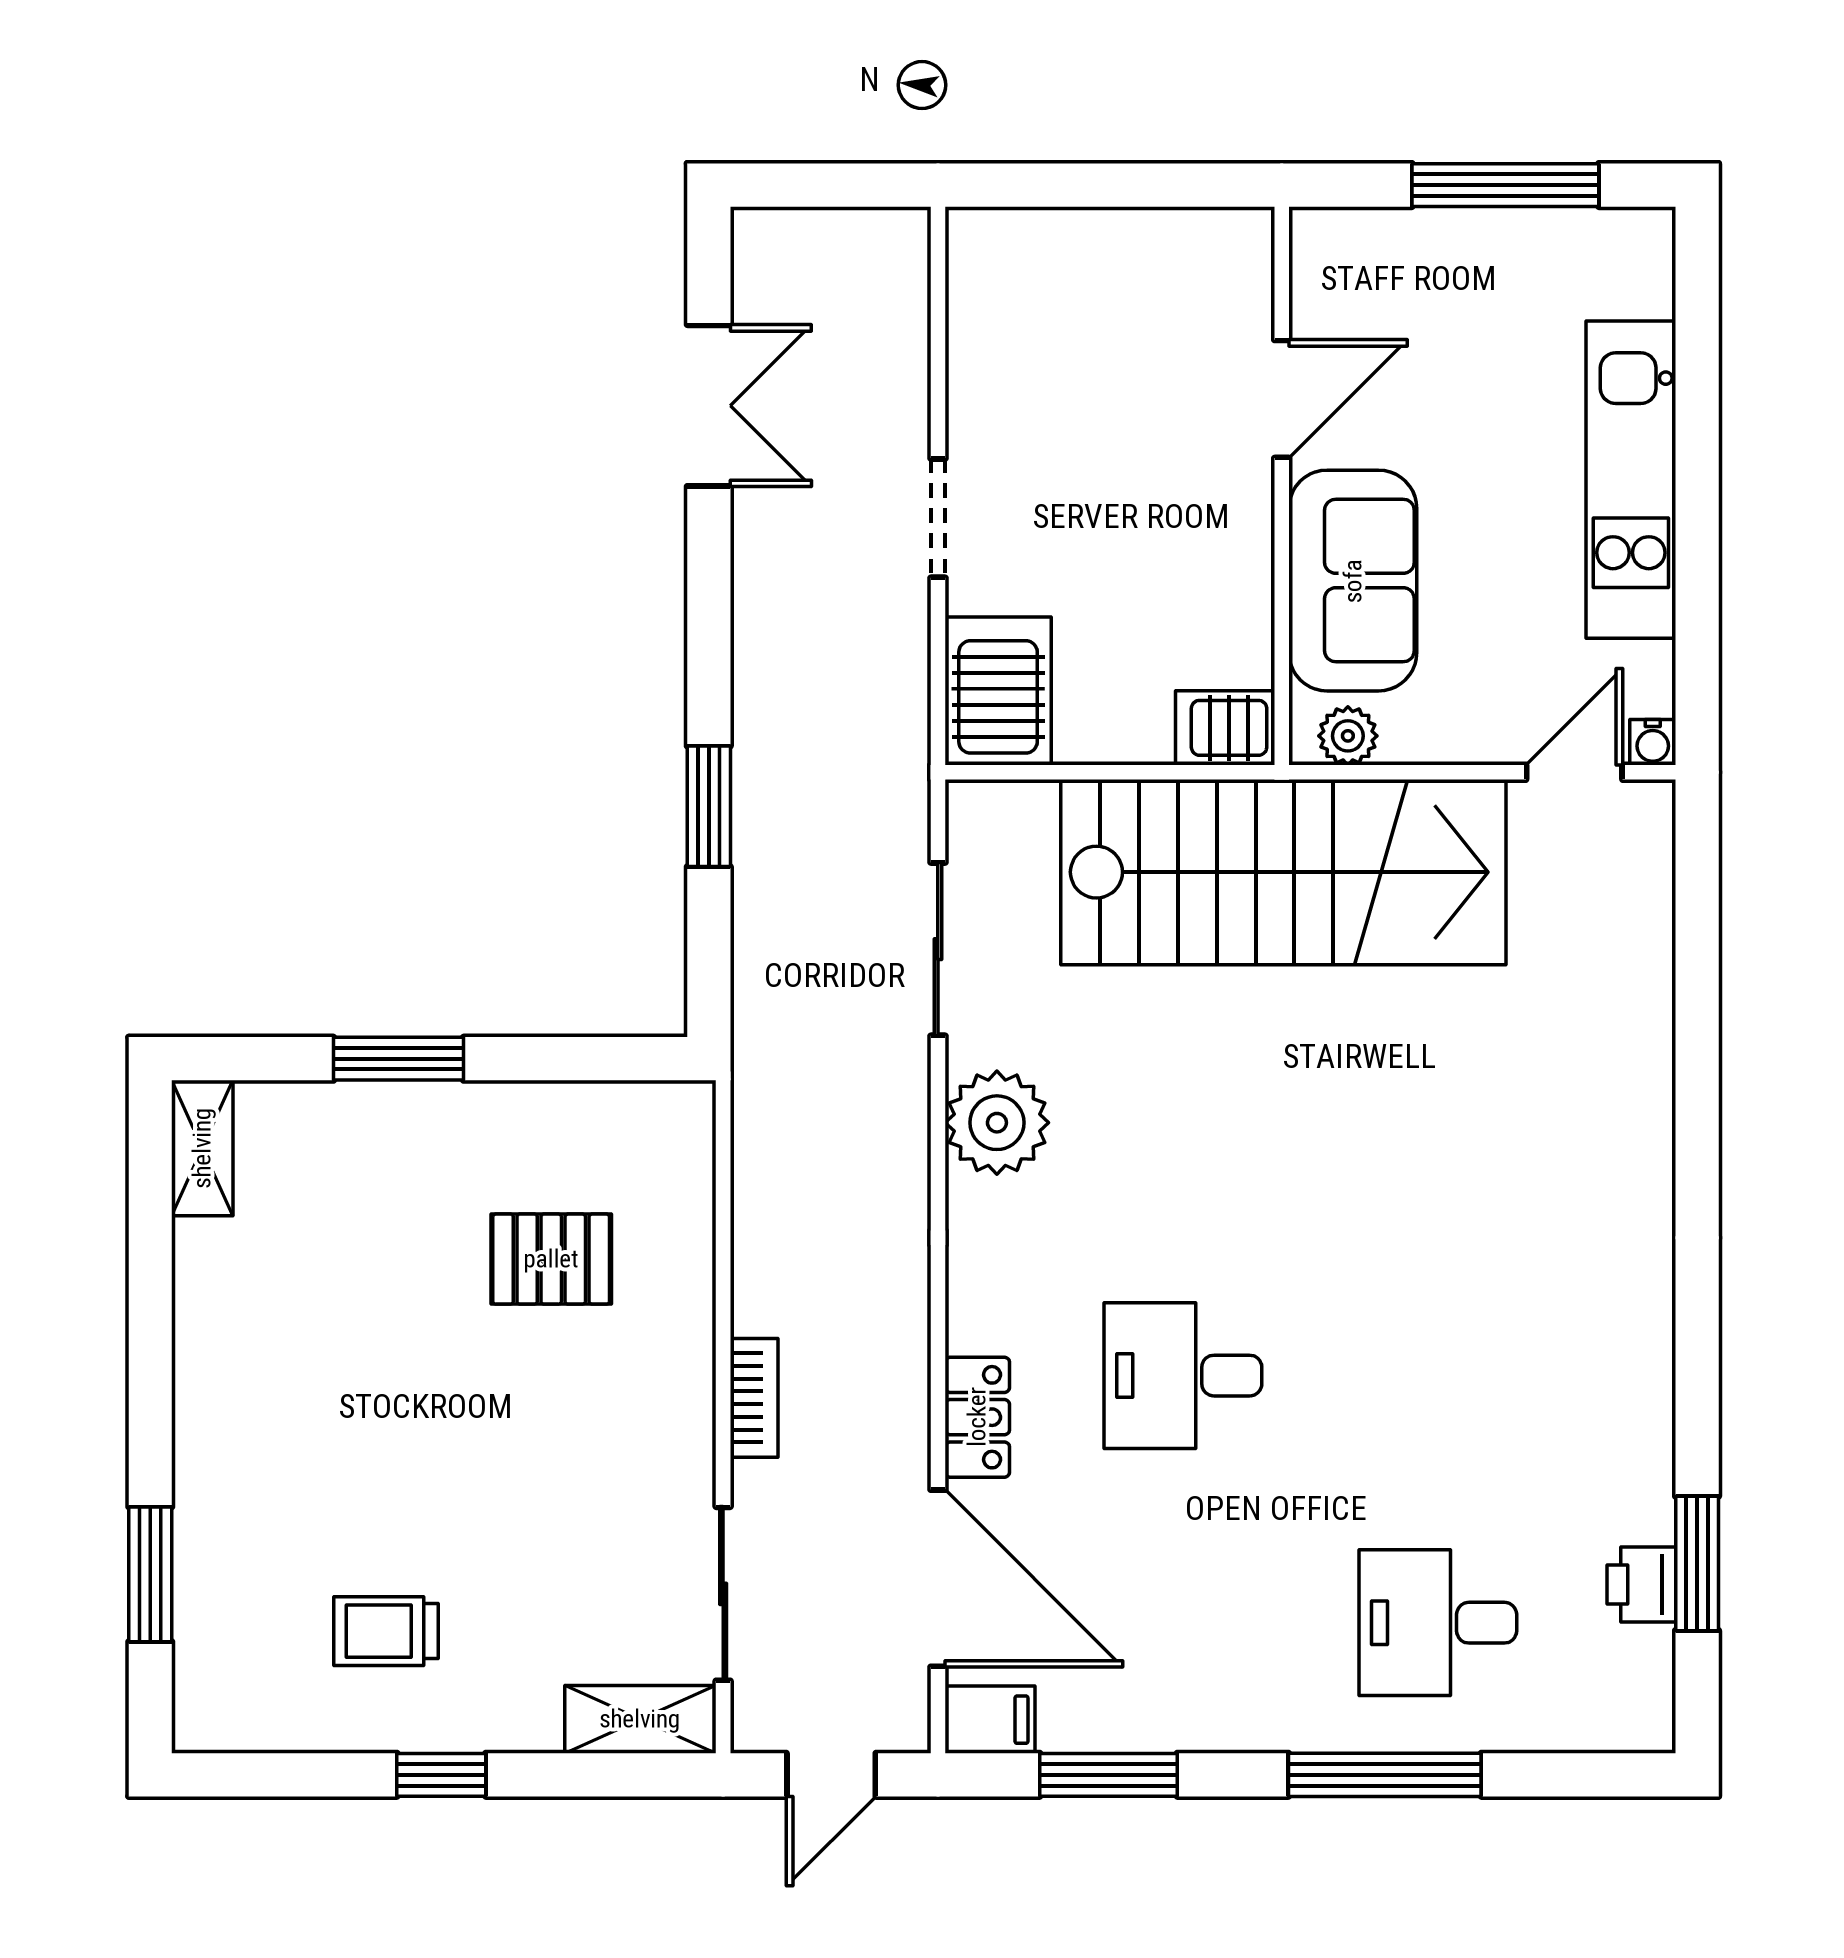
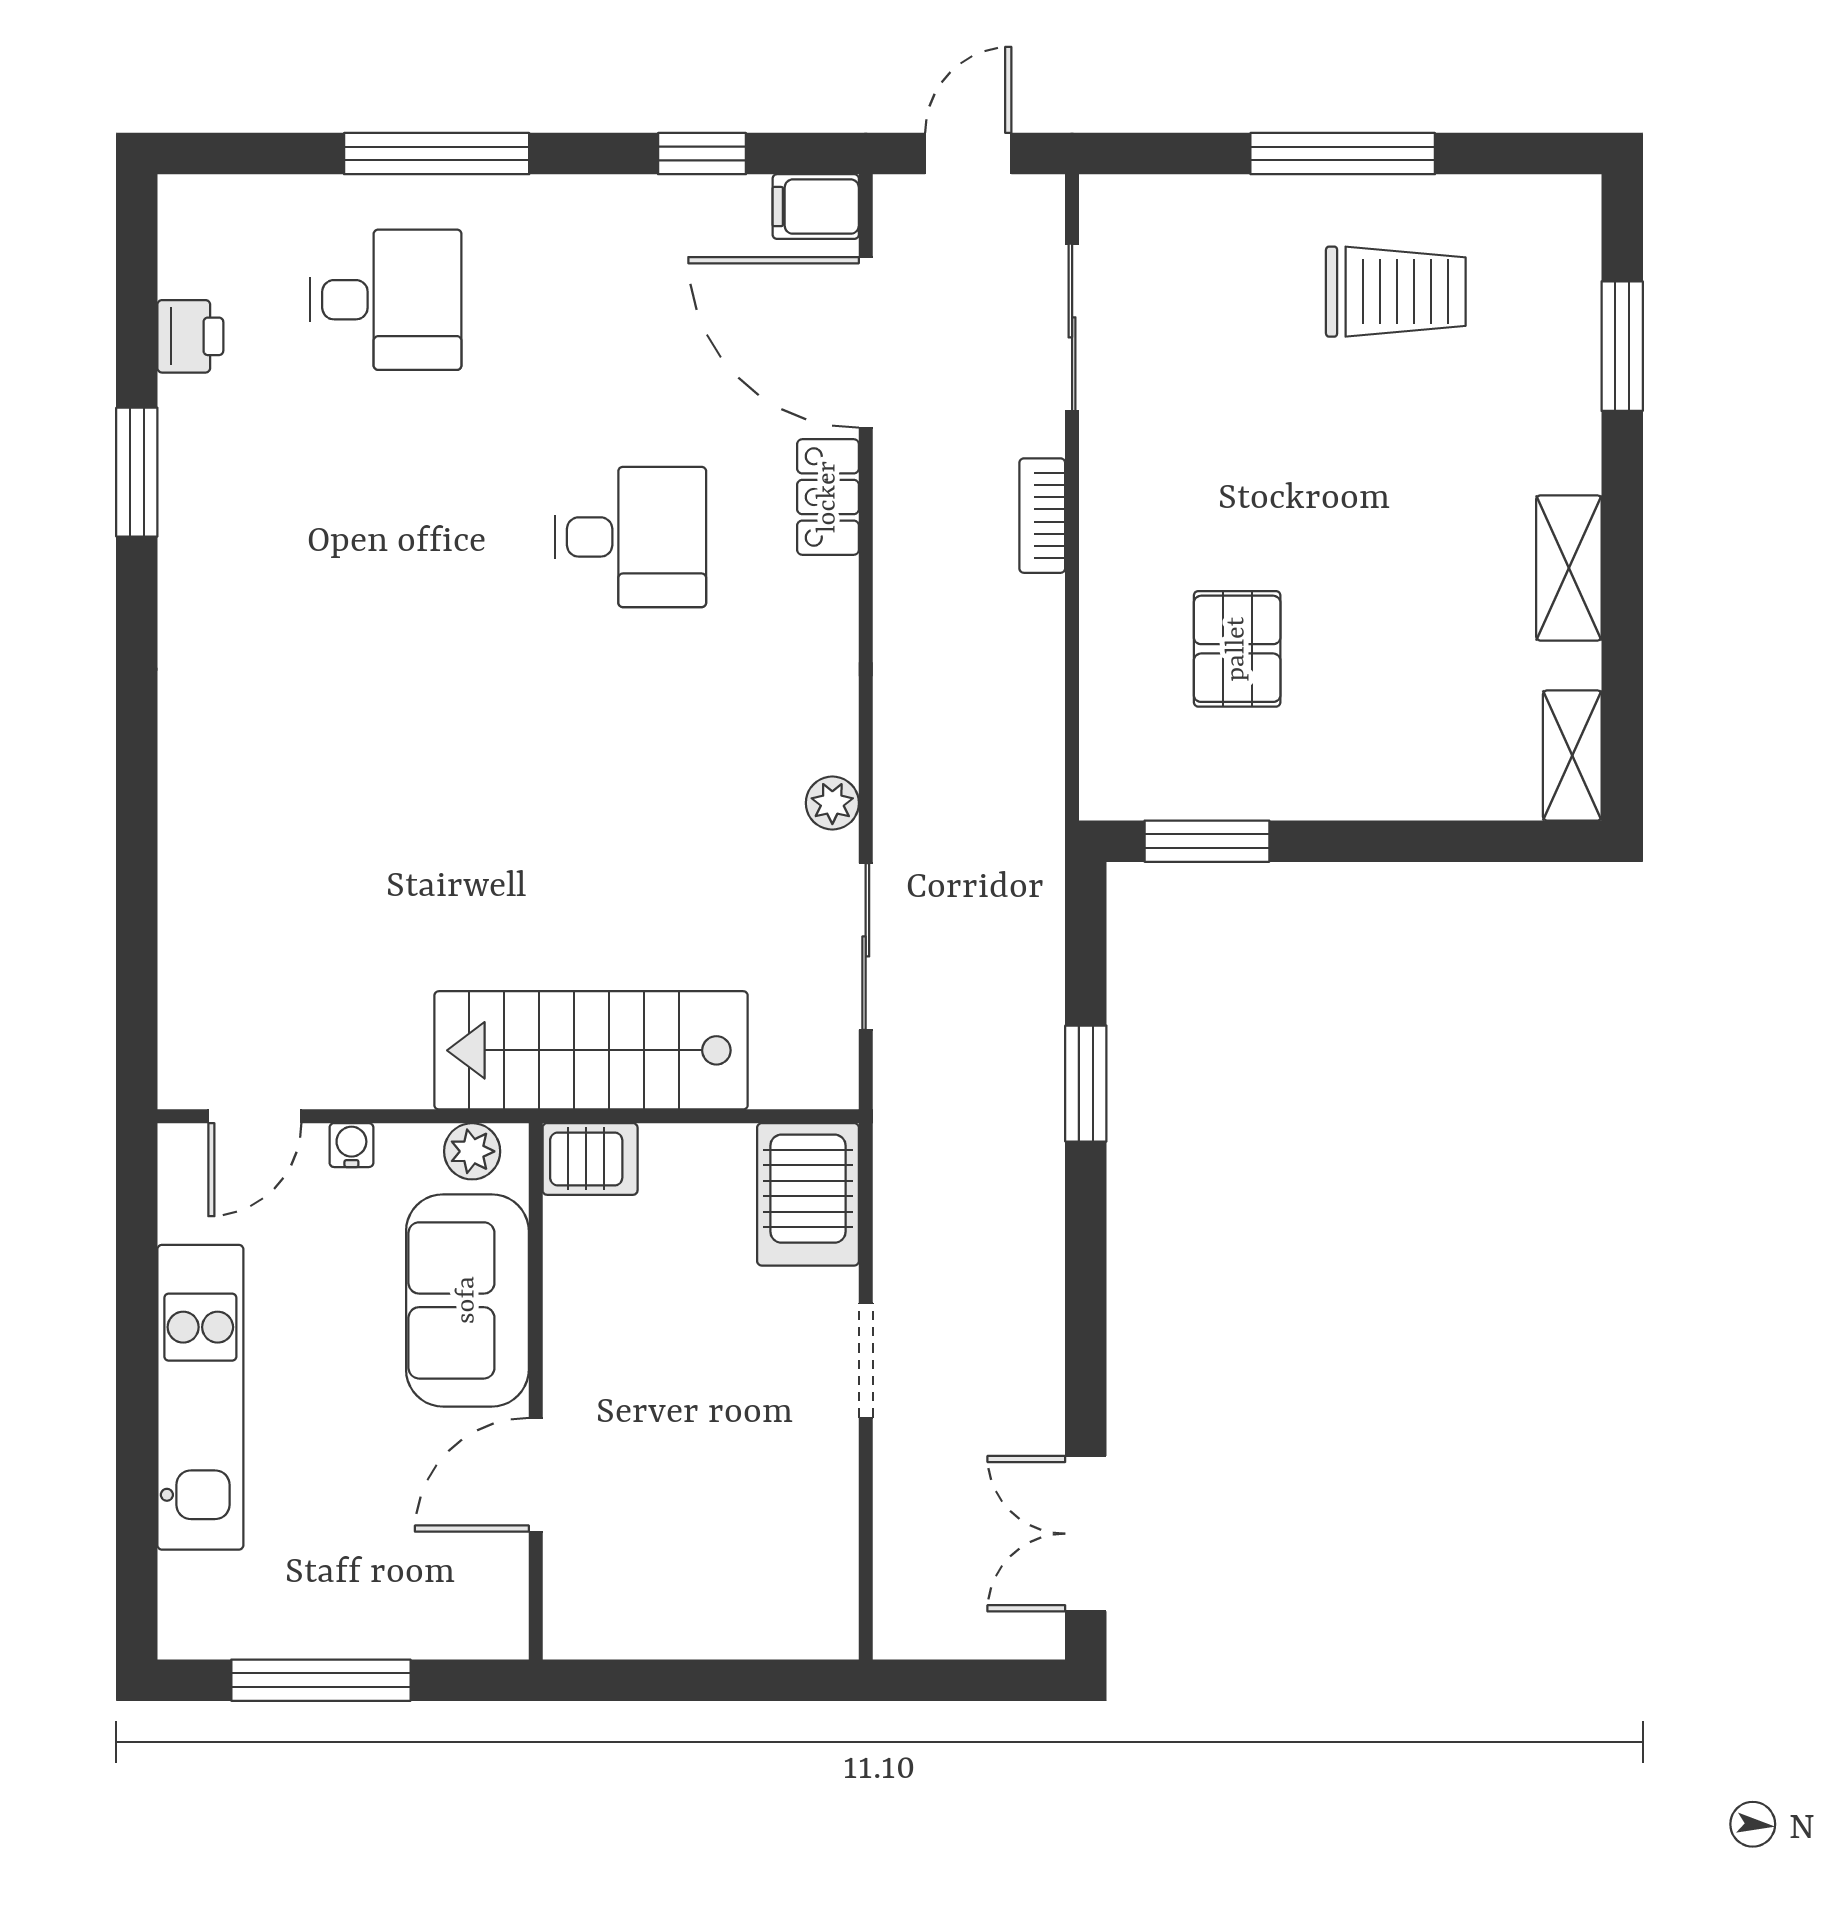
double door: (709, 406) -> (1086, 1534), moved
water cooler: (1653, 742) -> (351, 1145), moved
stairs: (1283, 872) -> (591, 1050), width x0.73, depth x0.66
window: (398, 1059) -> (1207, 841), moved
plant: (997, 1123) -> (832, 803), width x0.53, depth x0.53
pallet: (551, 1259) -> (1237, 649), turned 90
window: (1697, 1563) -> (137, 472), moved
trolley: (386, 1631) -> (1396, 292), width x1.36, depth x1.39
shelving: (640, 1719) -> (1569, 568), moved, turned 90
window: (441, 1775) -> (1343, 154), width x2.17
window: (1108, 1775) -> (702, 154), width x0.67

